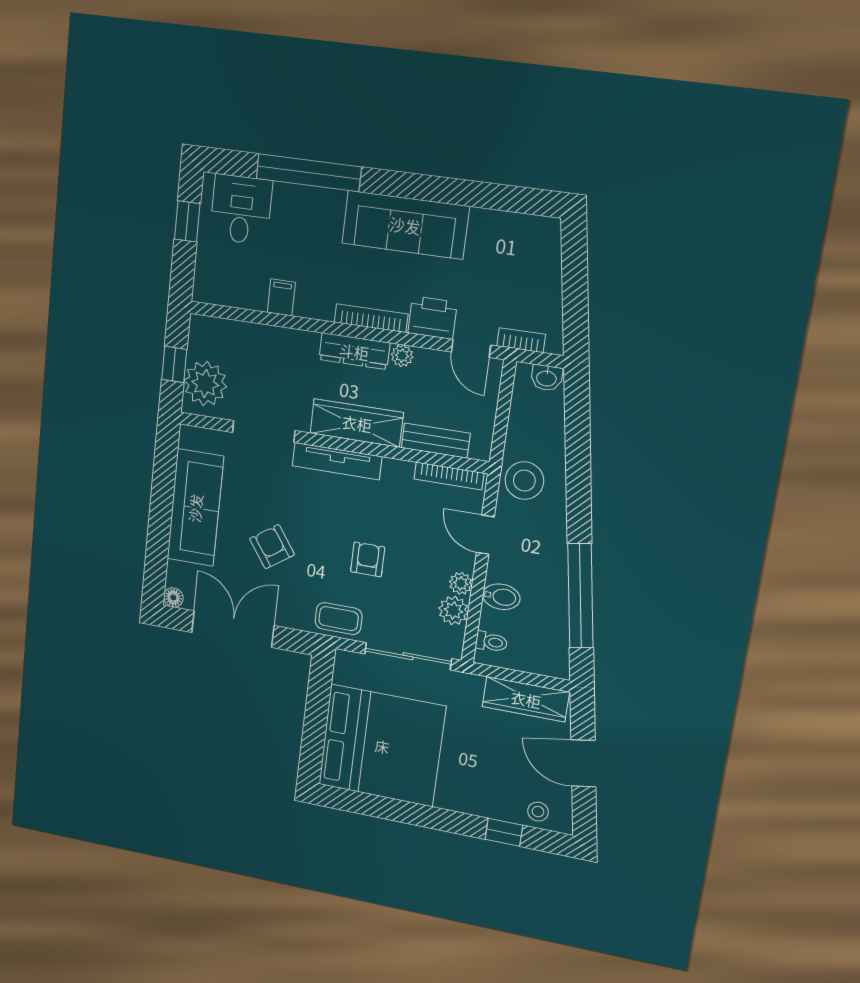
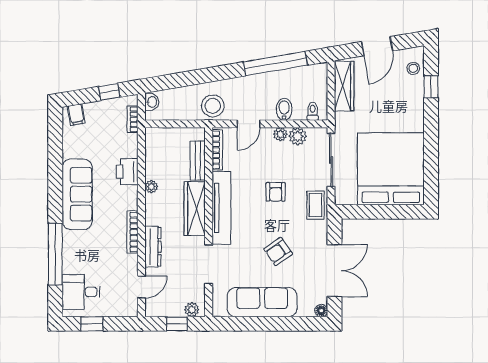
filing cabinet: (281, 297) -> (76, 115), moved, turned -100
window: (575, 306) -> (109, 92), added
bookcase: (371, 318) -> (132, 232), moved
door: (471, 348) -> (141, 287), moved
dresser: (354, 351) -> (153, 247), moved
plant: (205, 384) -> (192, 310), width x0.53, depth x0.53
tv unit: (337, 461) -> (221, 208), width x1.36, depth x1.29
armchair: (368, 559) -> (276, 192), turned -90
double door: (233, 629) -> (334, 271), swing flipped

